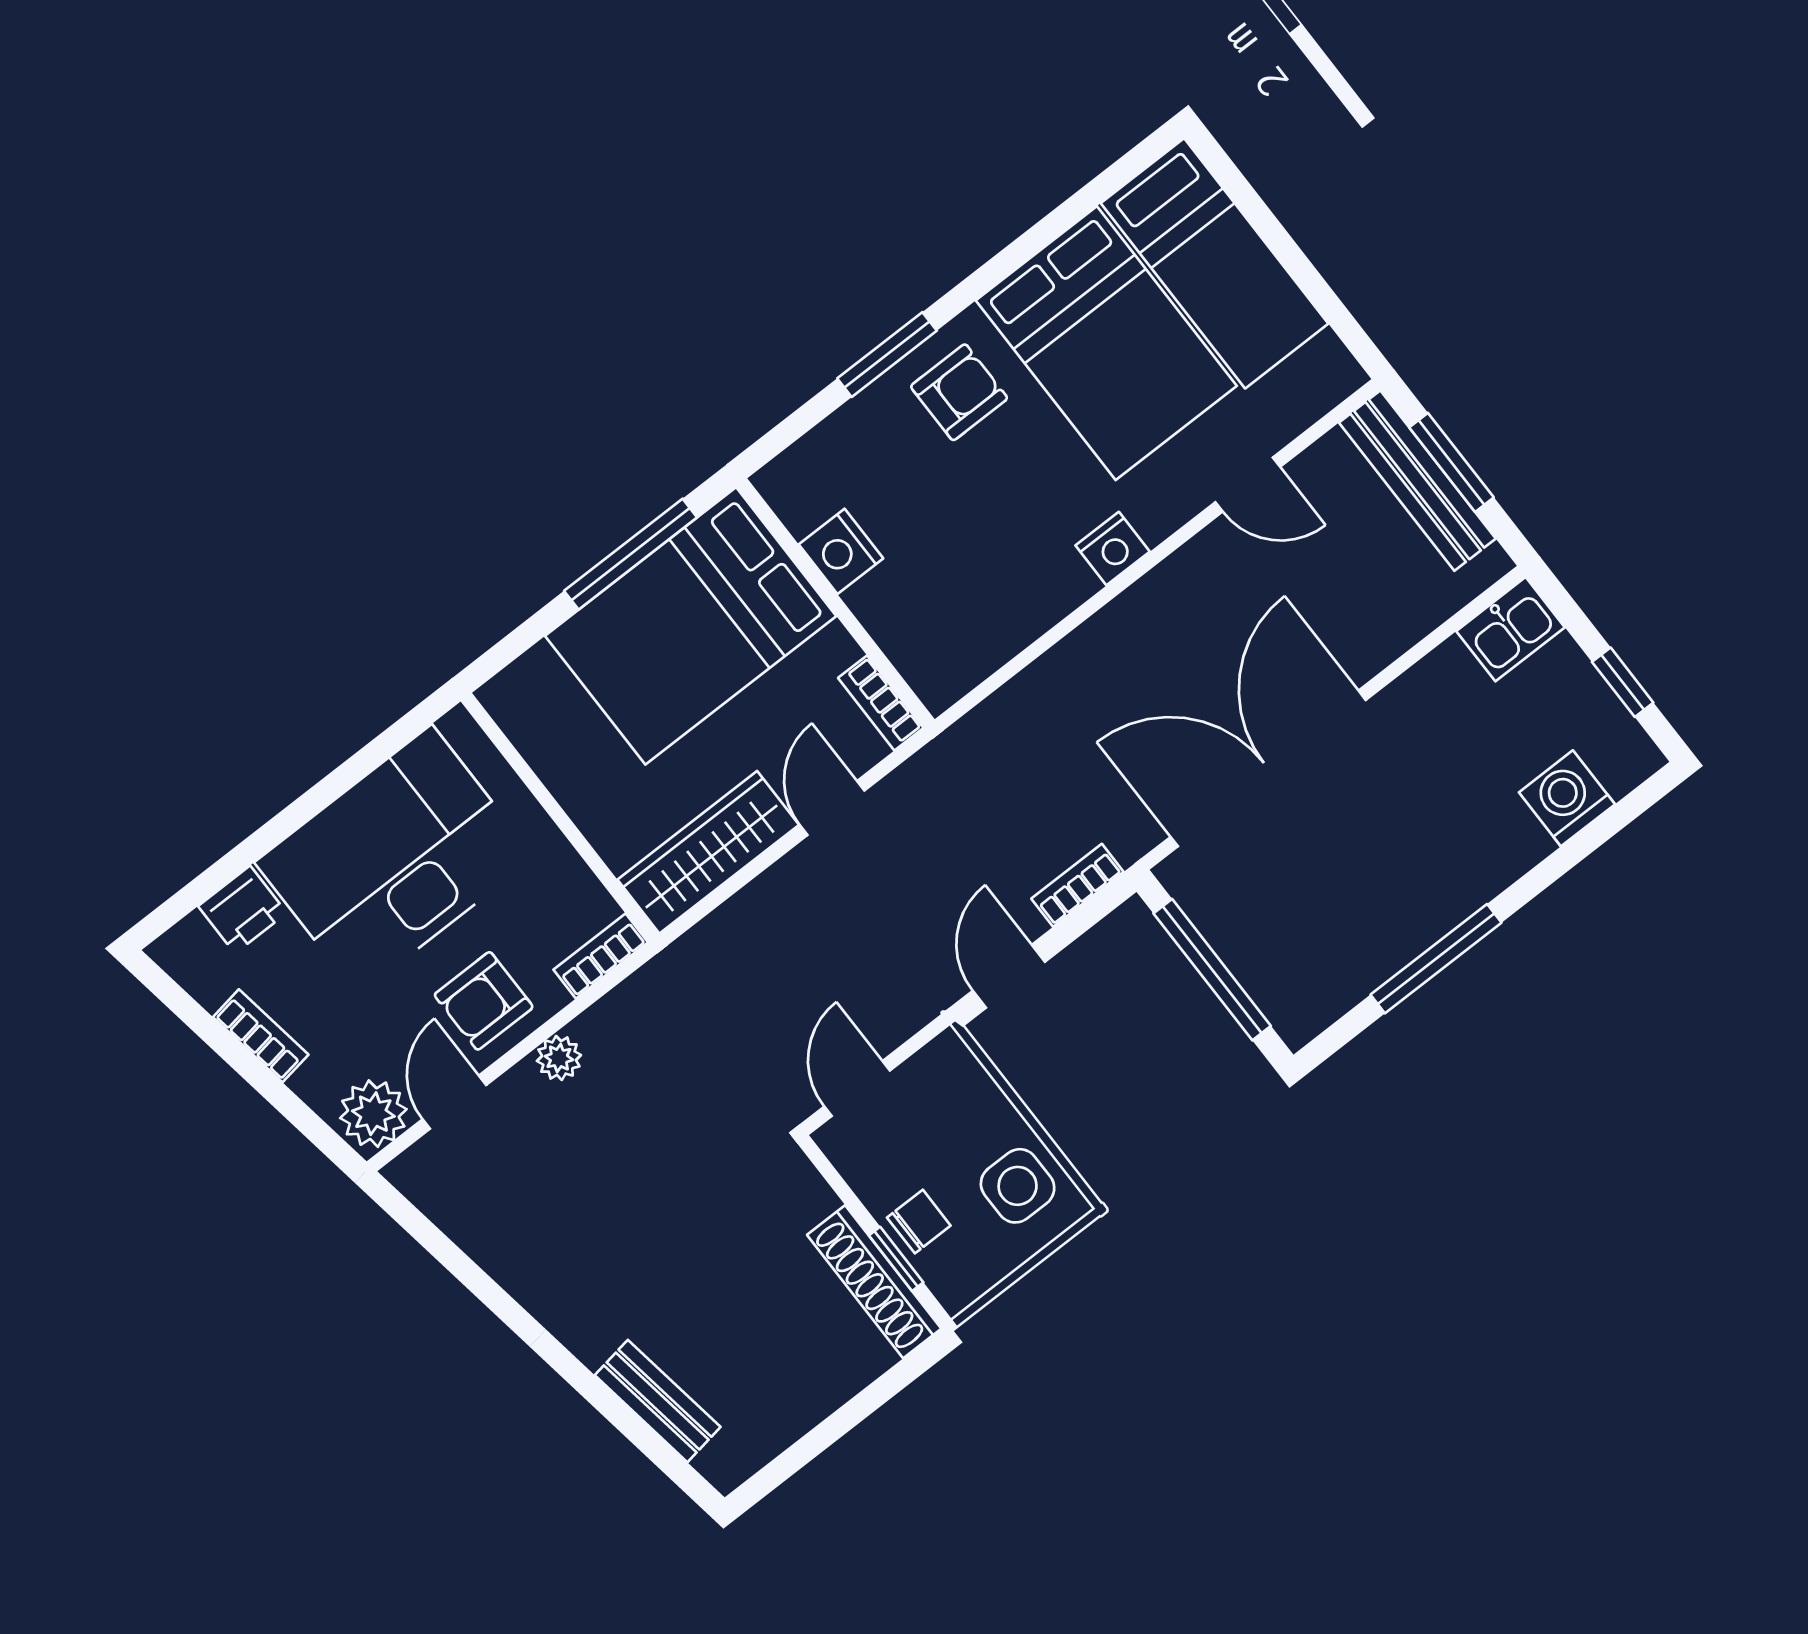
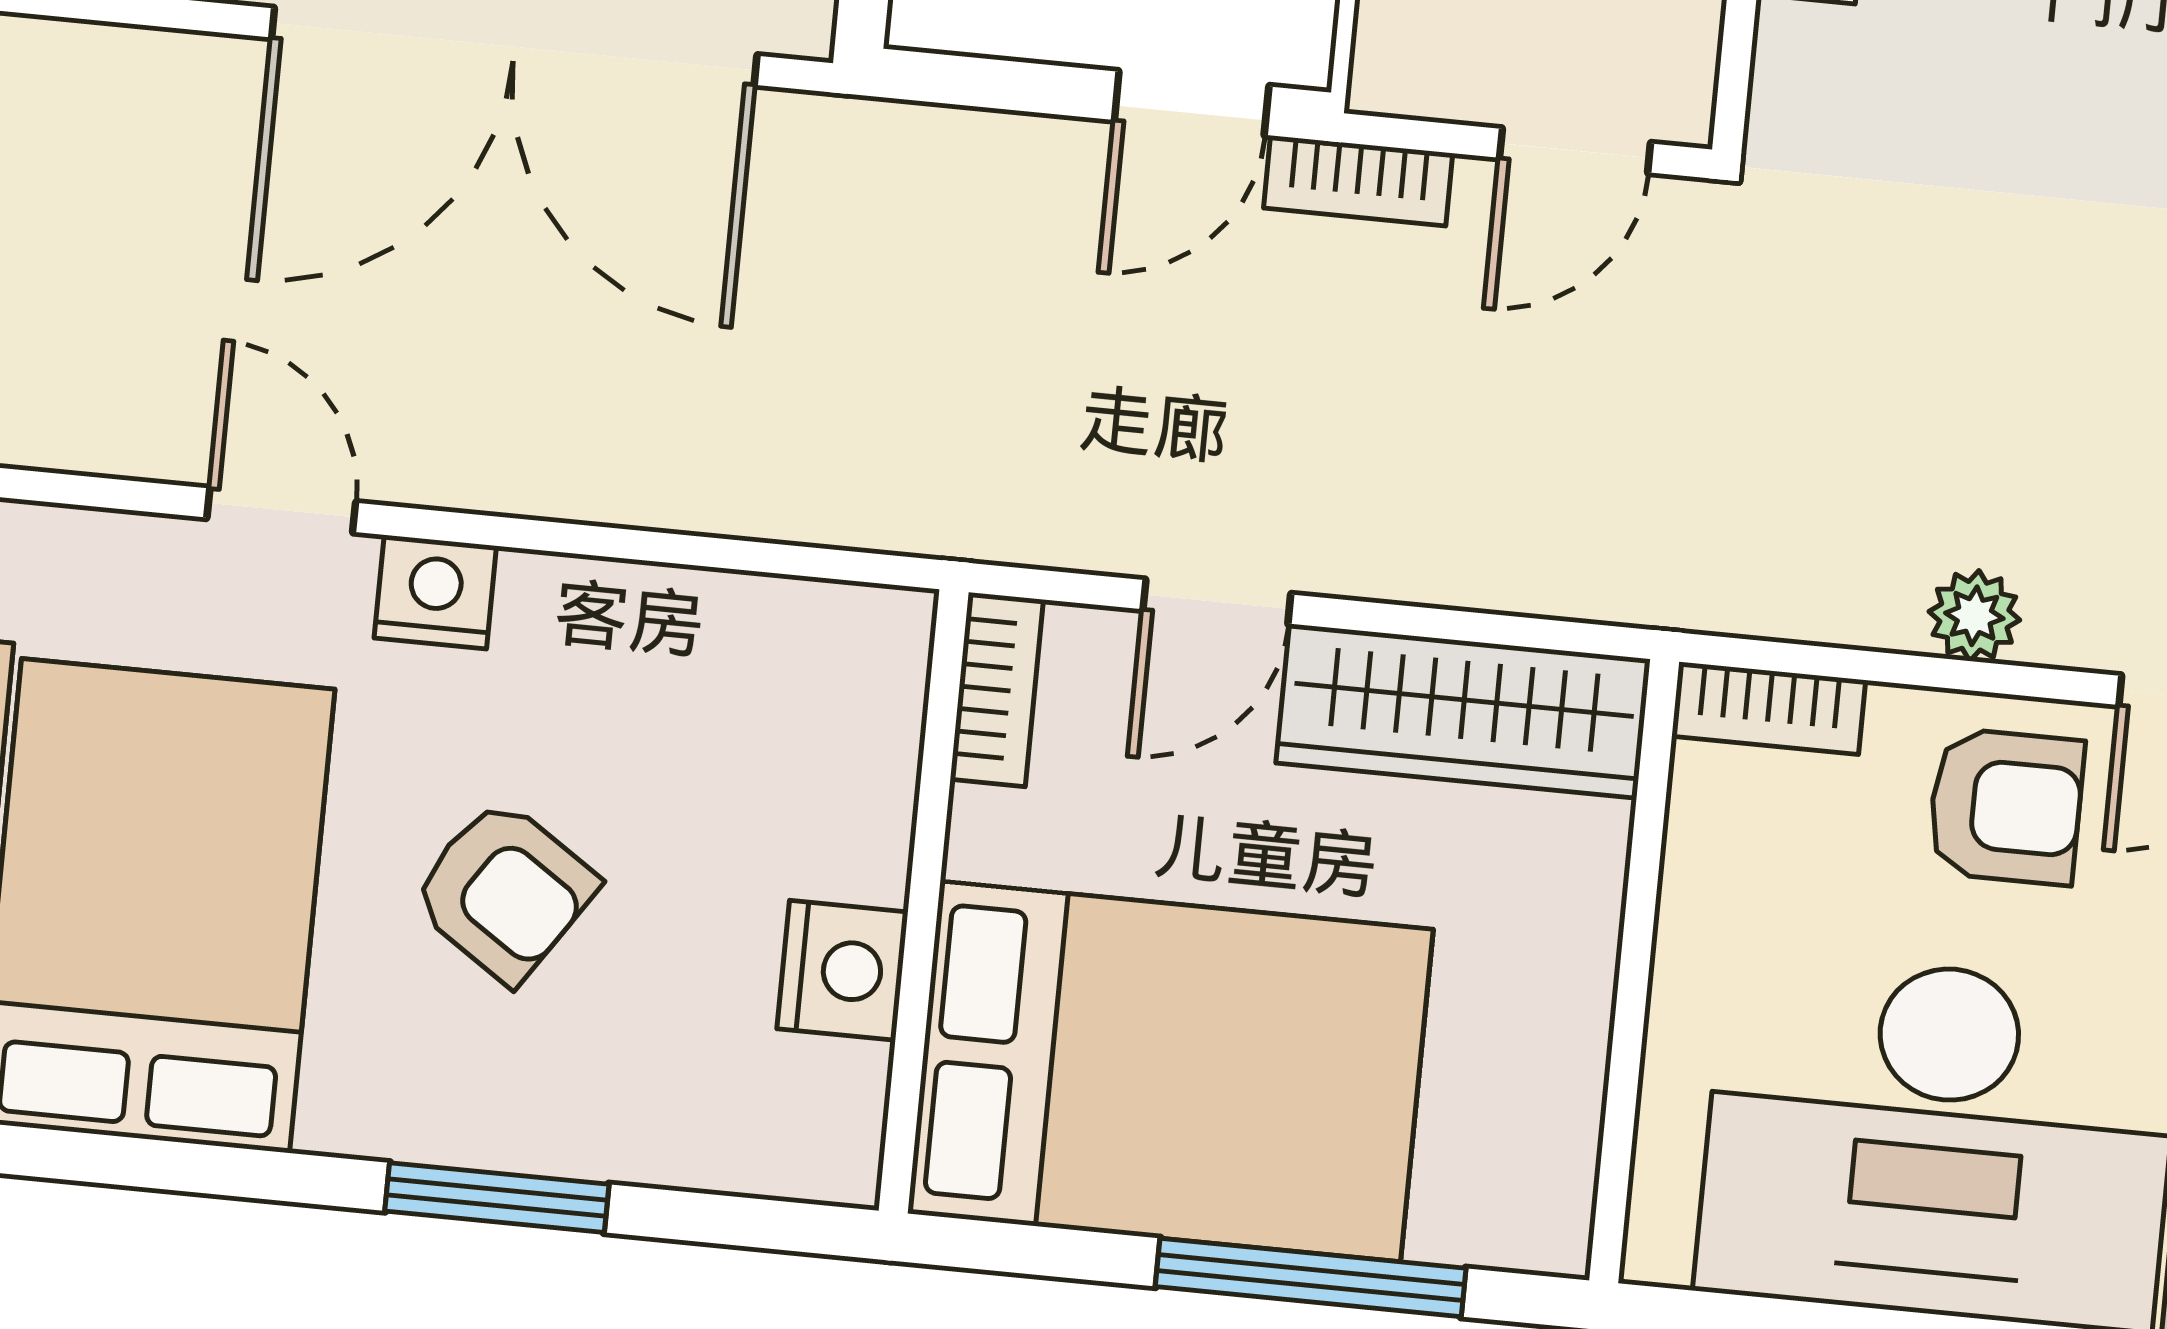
armchair: (959, 392) -> (504, 891), moved, turned -146
door: (1248, 485) -> (281, 510), moved
window: (631, 554) -> (1311, 1277), moved
bookcase: (1077, 885) -> (1358, 181), moved

